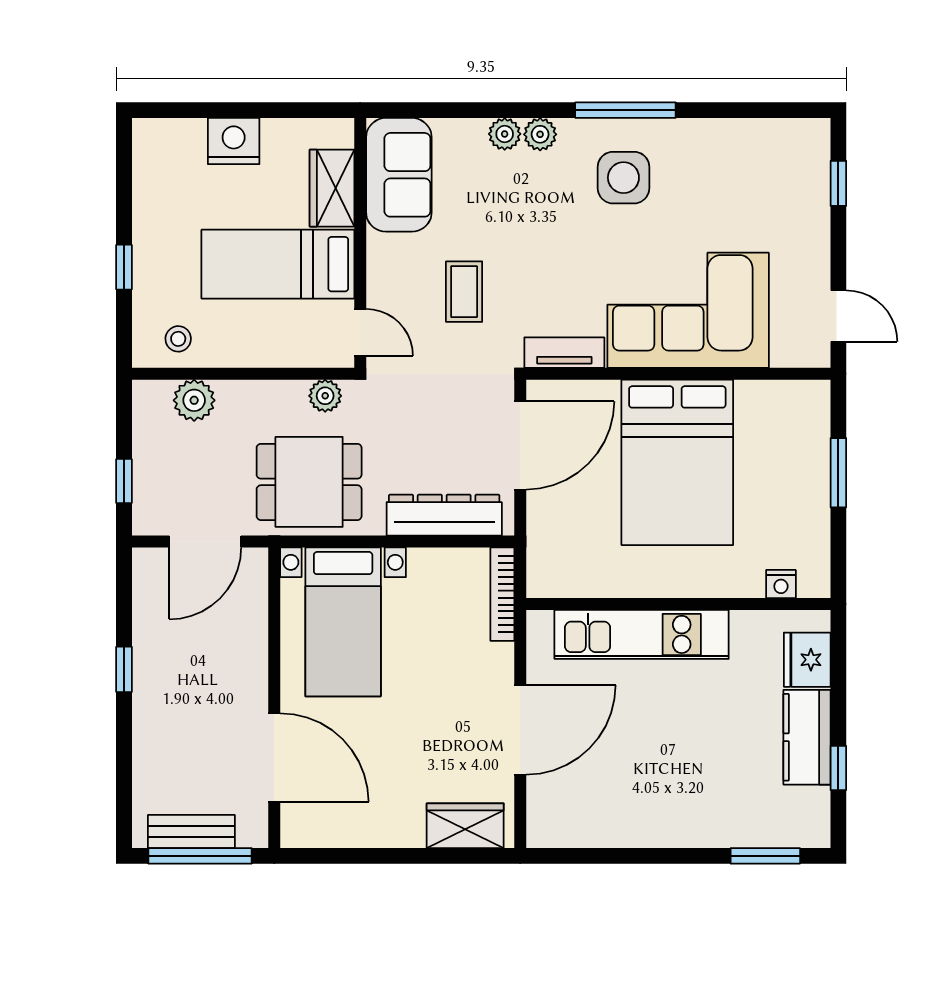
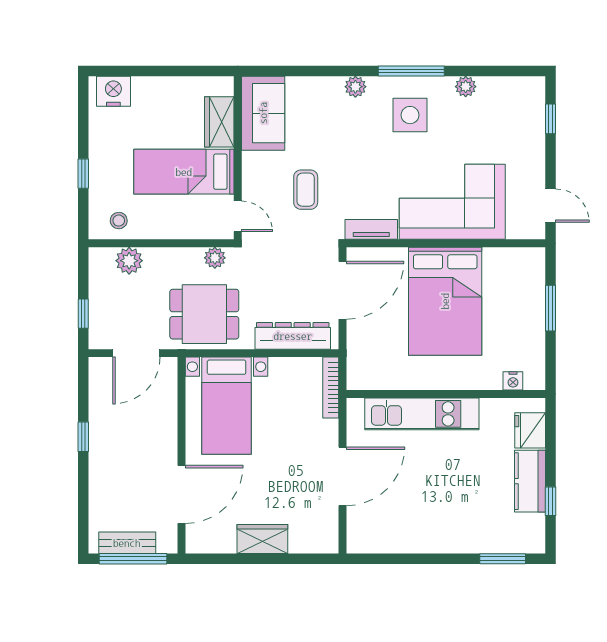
plant: (505, 134) -> (466, 87), moved
nightstand: (234, 141) -> (113, 91), moved
door: (274, 758) -> (182, 494), hinge flipped
wardrobe: (465, 826) -> (262, 539), moved

